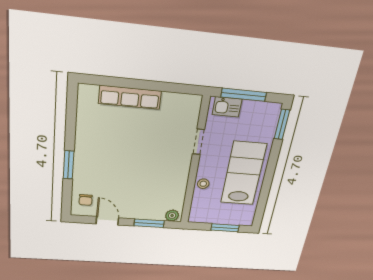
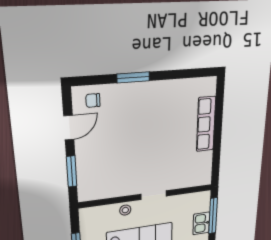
kitchen sink: (227, 107) -> (201, 223), moved
doorway: (198, 142) -> (154, 195), moved
plant: (172, 216) -> (85, 192), removed

